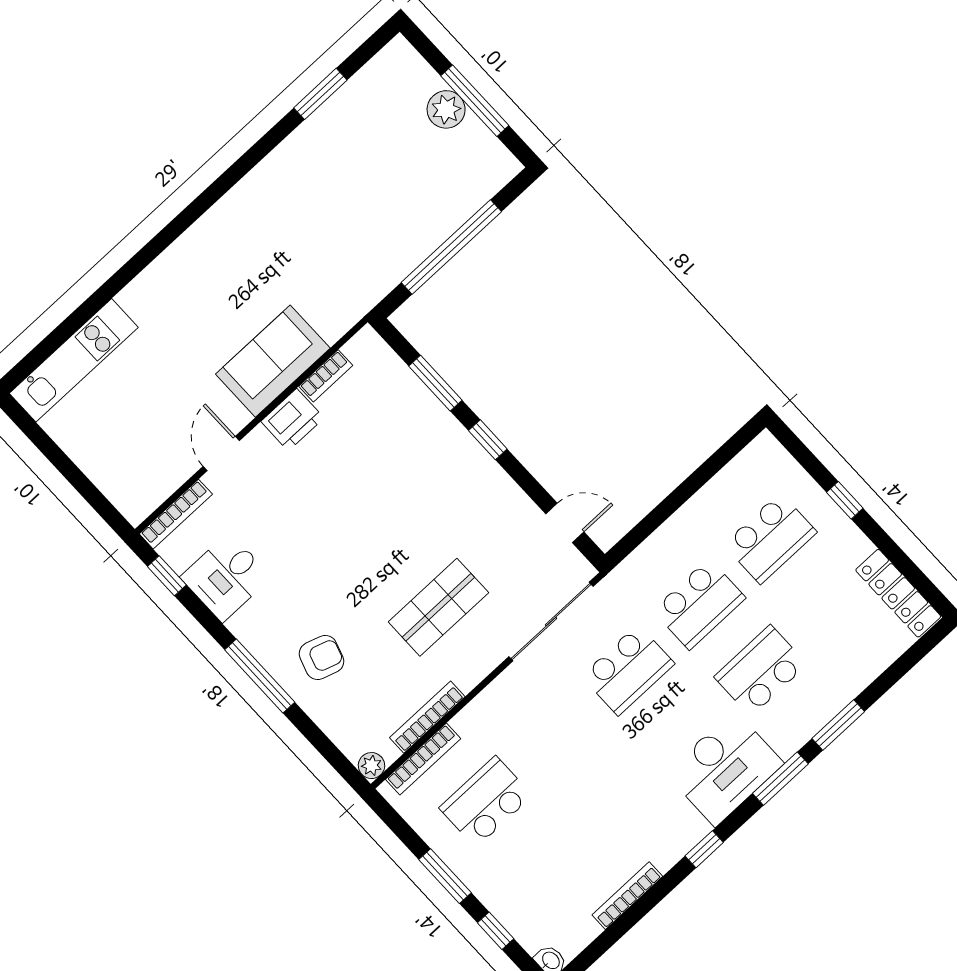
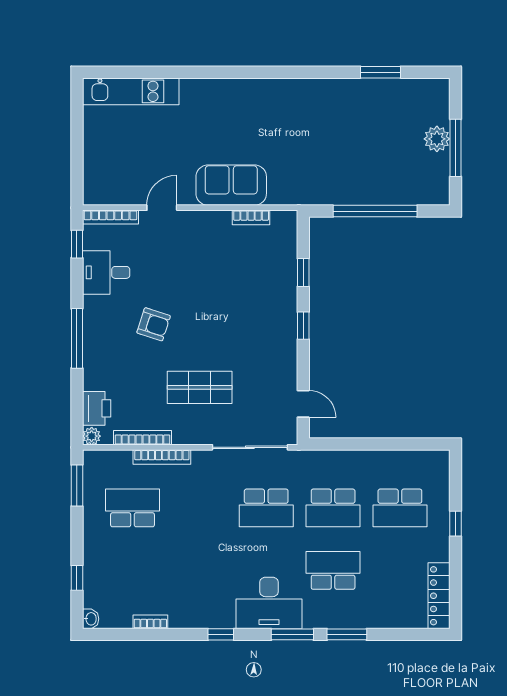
window: (435, 383) -> (303, 272), width x0.67
printer: (292, 420) -> (97, 408), moved, turned -90
armchair: (321, 657) -> (154, 324), moved
bookcase: (423, 759) -> (162, 457), moved
window: (445, 876) -> (77, 485), moved
bookcase: (627, 896) -> (150, 622), width x0.64

